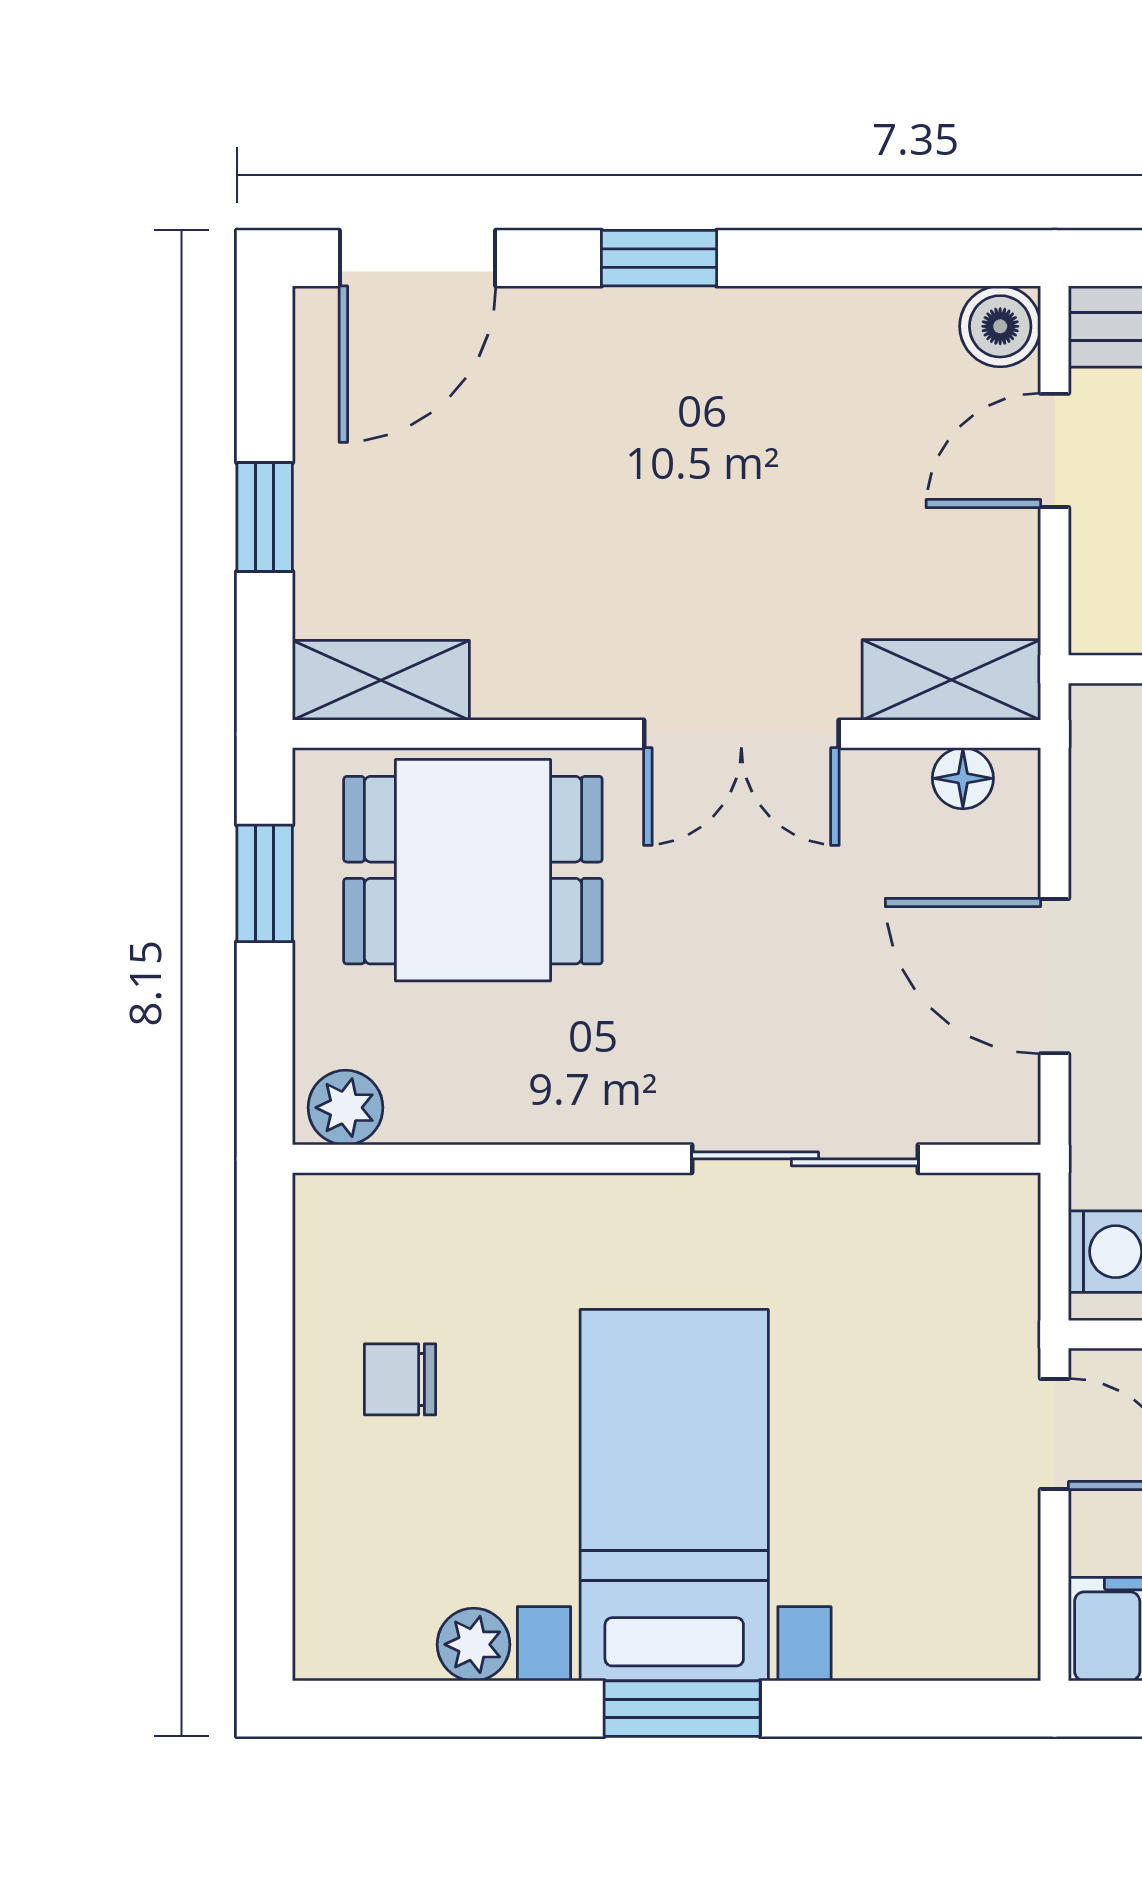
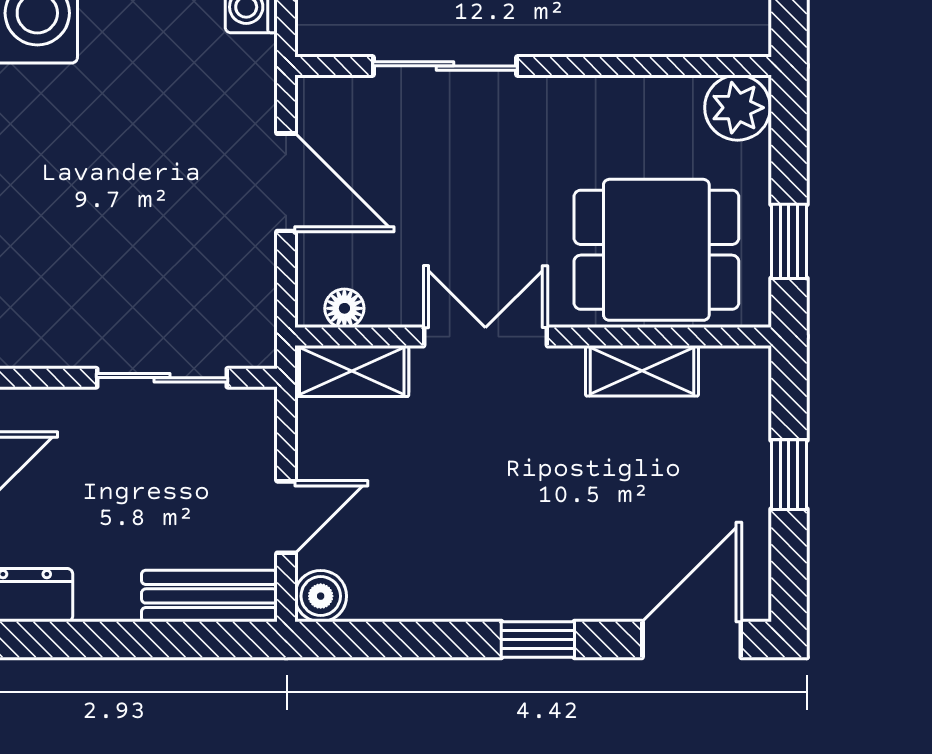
shelving: (381, 680) -> (642, 371), moved
plant: (345, 1108) -> (738, 108), width x1.38, depth x1.38

